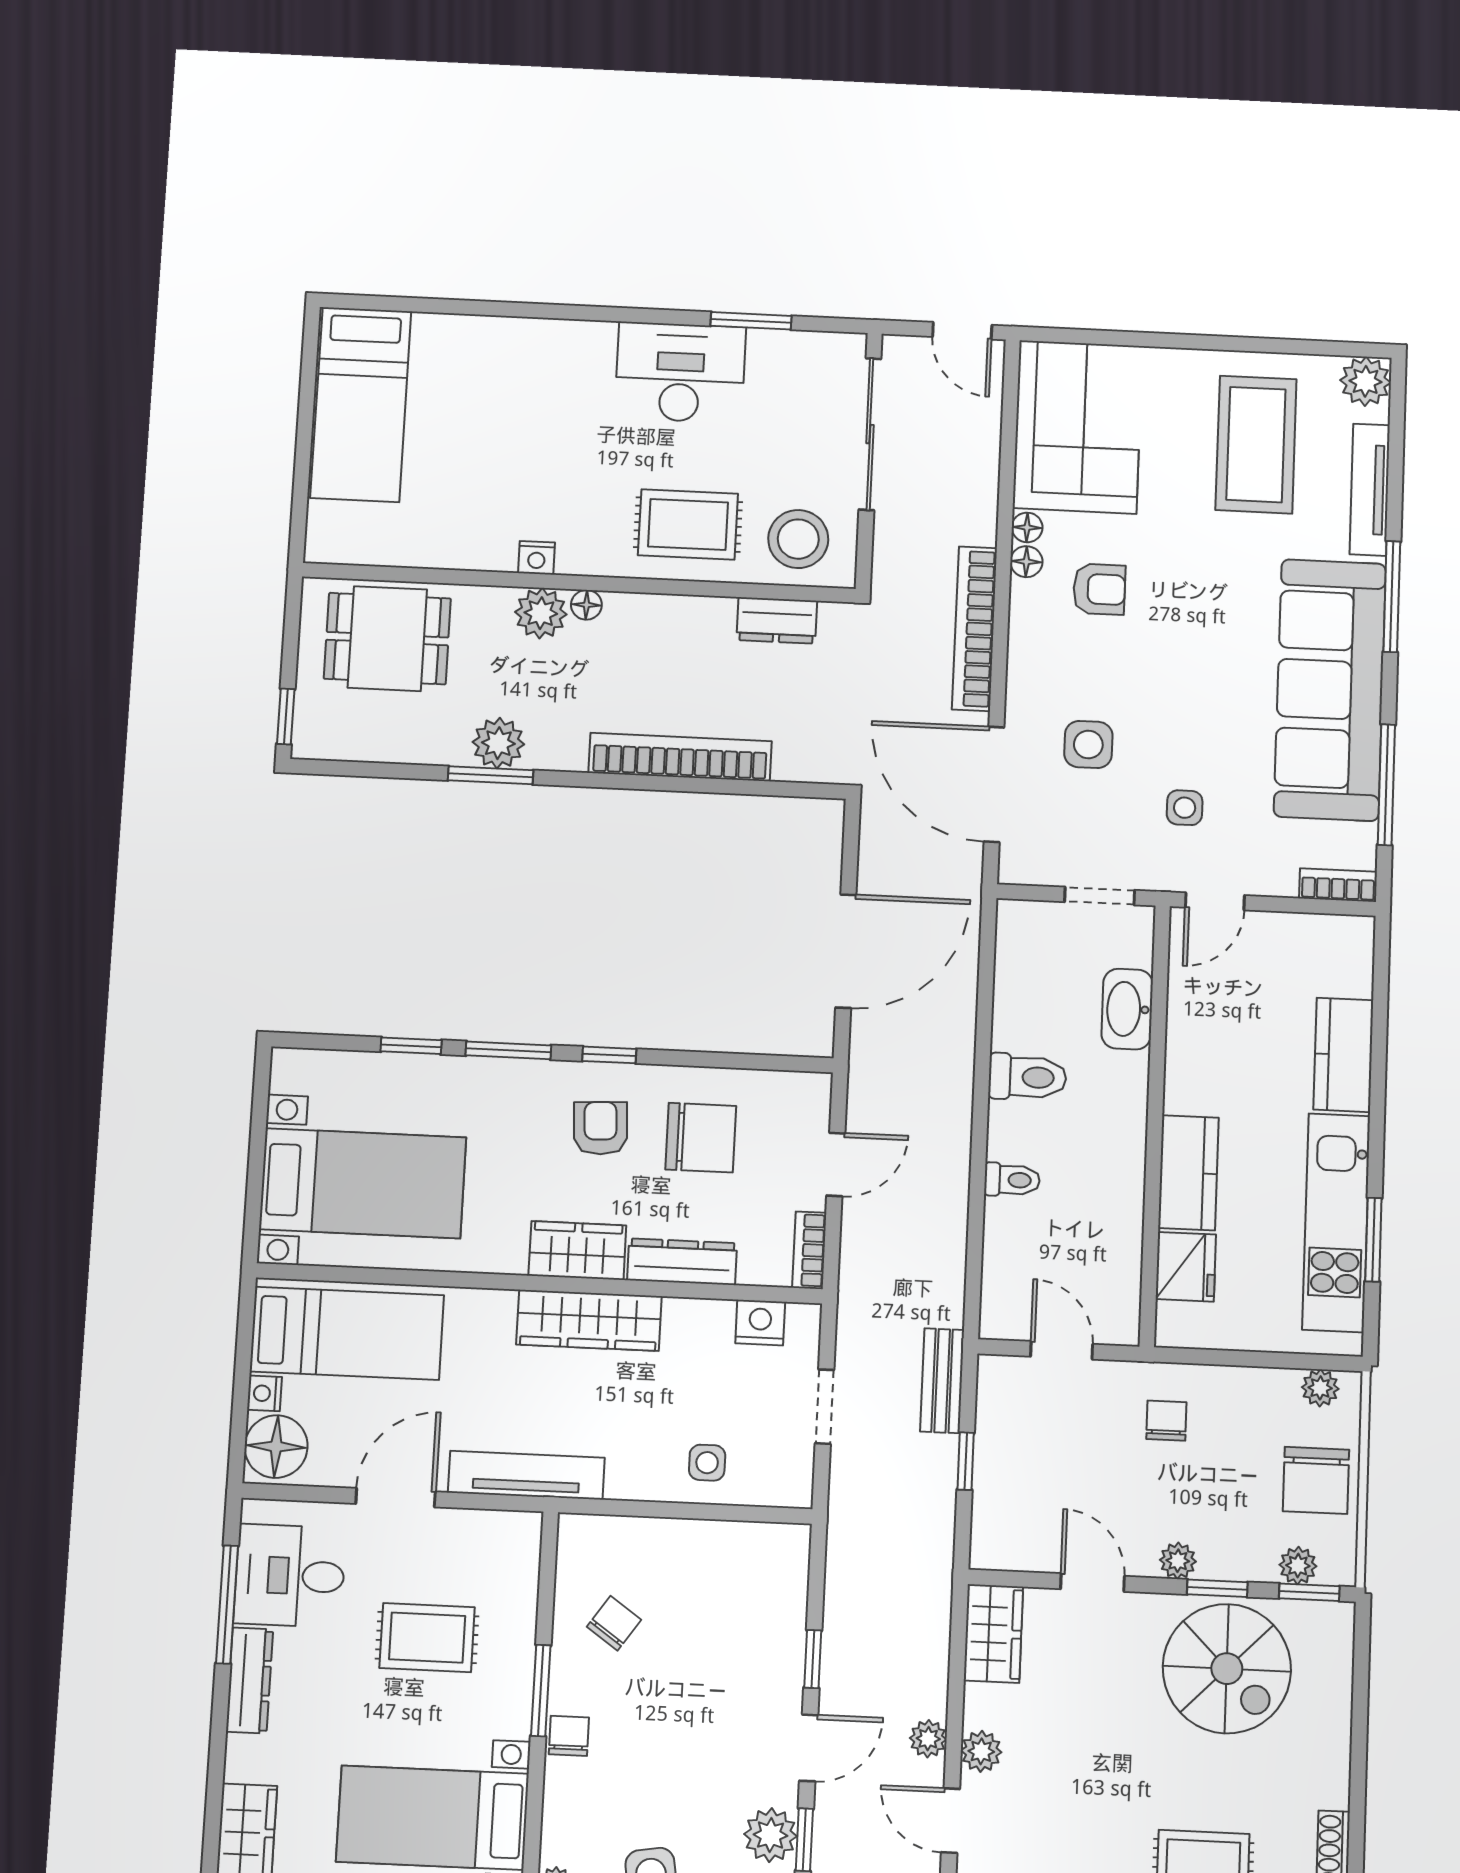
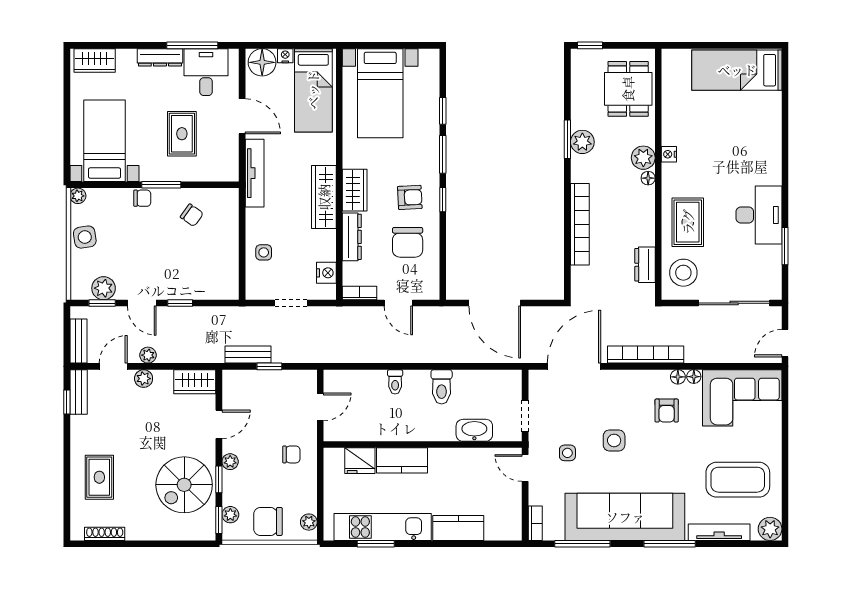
side table: (1088, 745) -> (614, 440), moved
bench: (942, 1381) -> (248, 354), moved

